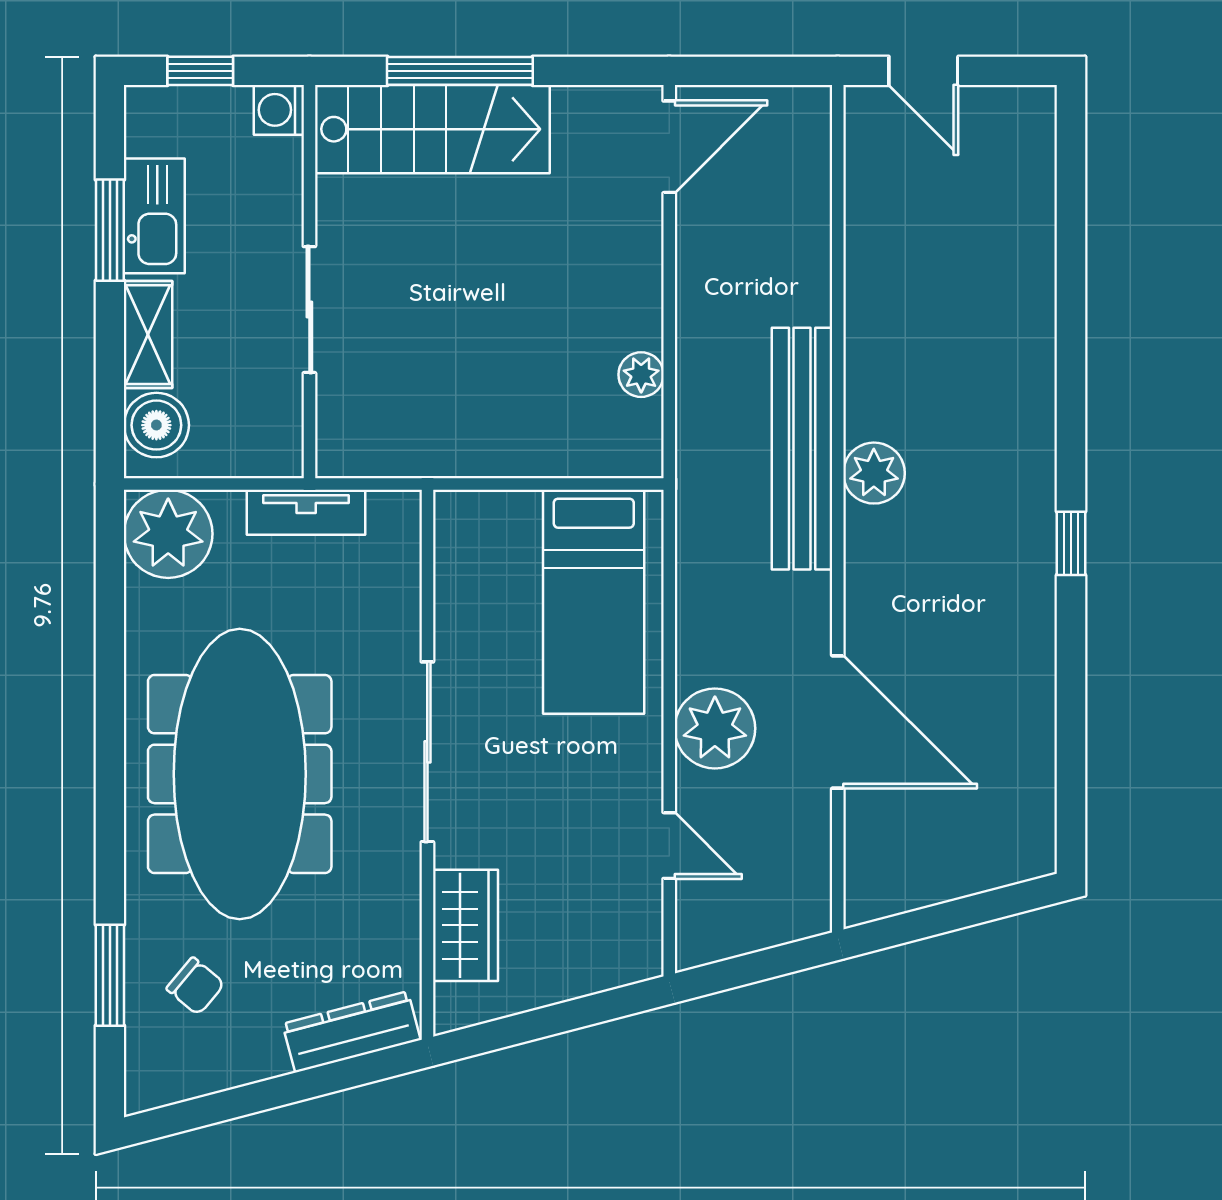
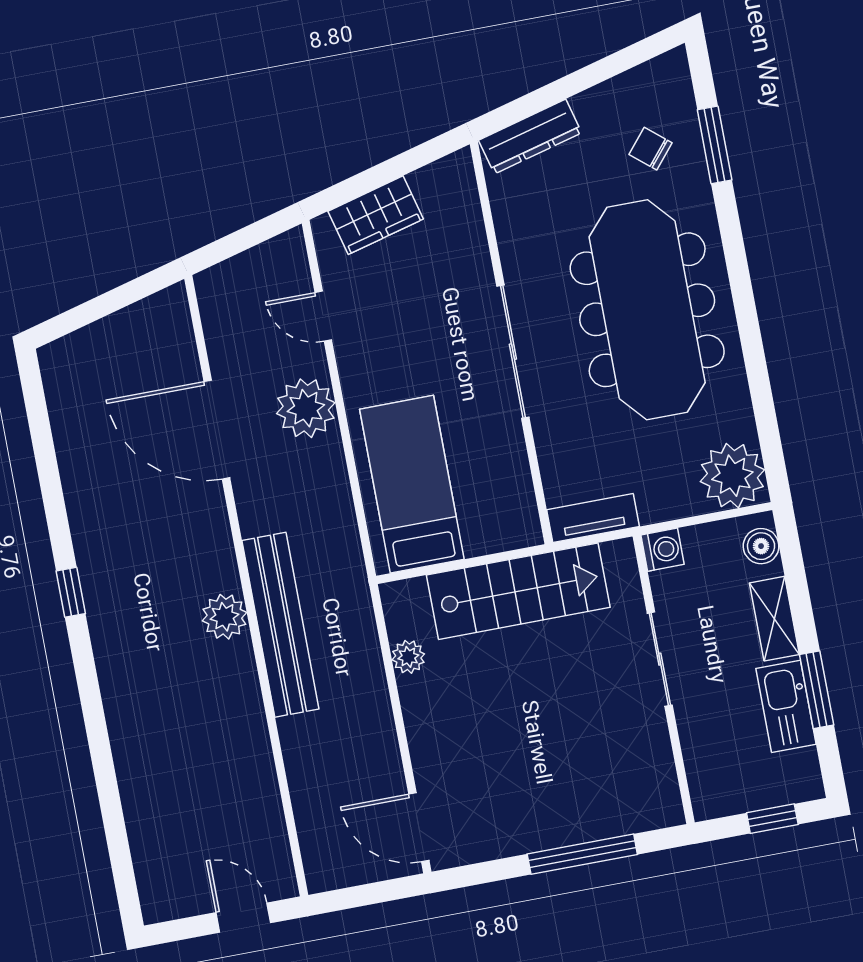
washing machine: (279, 110) -> (662, 550), moved
stairs: (432, 129) -> (518, 591), moved, turned 180
door: (669, 147) -> (419, 827), hinge flipped
boiler: (156, 425) -> (761, 546), width x0.73, depth x0.73
tv unit: (306, 512) -> (593, 518), moved
wardrobe: (465, 925) -> (376, 215), moved, turned -105

